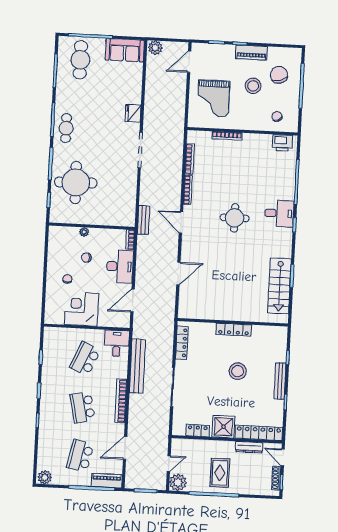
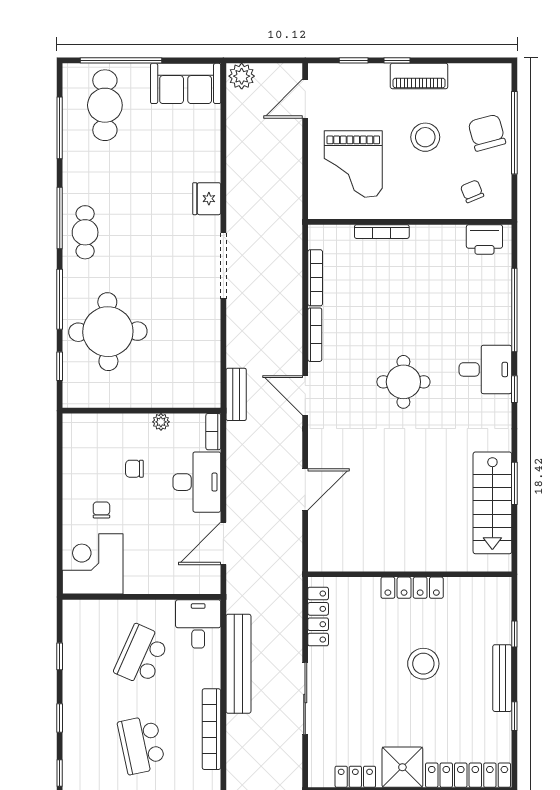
chair: (279, 75) -> (487, 133), moved
plant: (84, 232) -> (161, 422), moved
corner desk: (81, 309) -> (93, 564), moved

